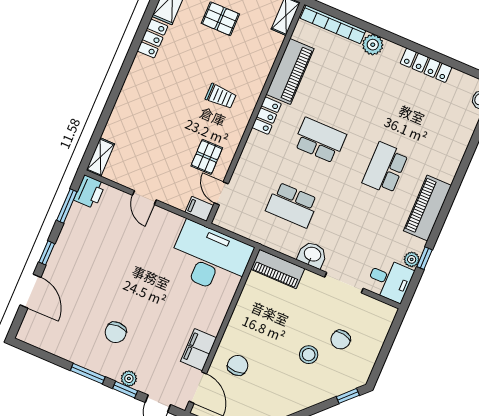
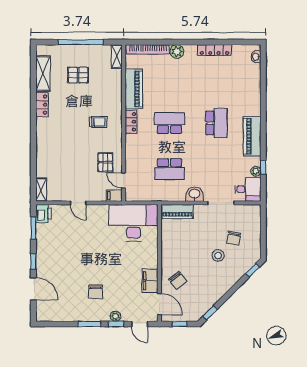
school desk: (385, 168) -> (216, 123), turned 180
chair: (238, 365) -> (178, 280), turned 143

